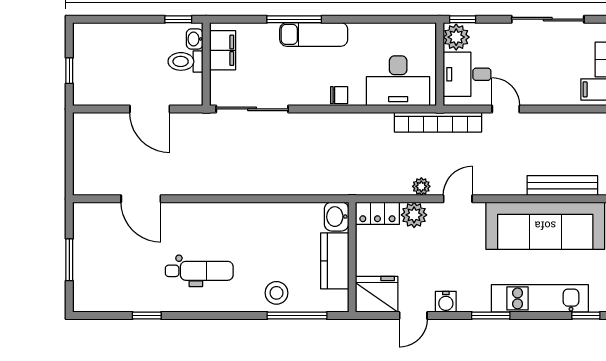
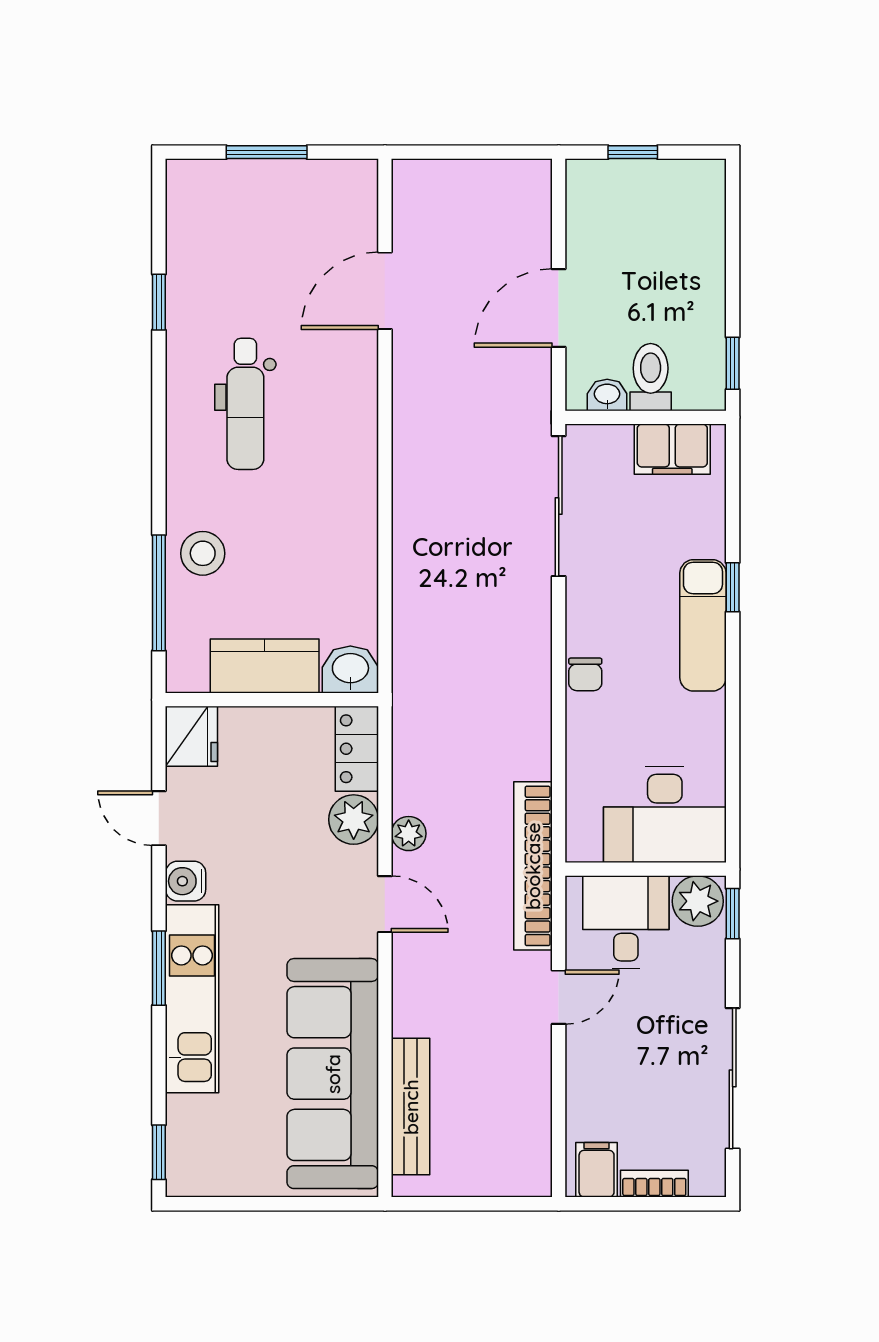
window: (294, 19) -> (733, 587), width x0.46
washbasin: (195, 39) -> (607, 395), moved
desk: (398, 81) -> (665, 815), moved, turned -90
fridge: (377, 294) -> (191, 736), width x0.73, depth x0.75
kitchen unit: (540, 298) -> (192, 999), moved

